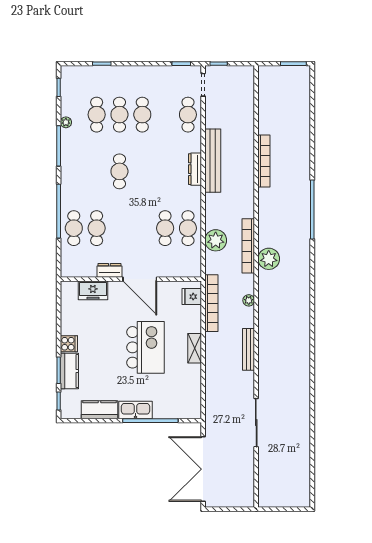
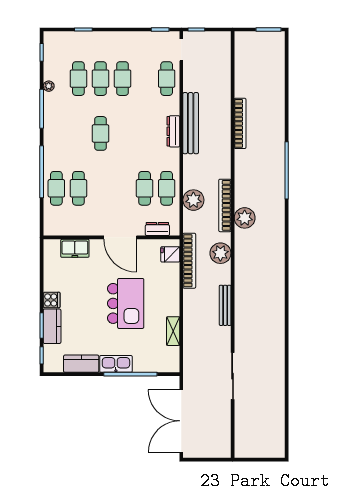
dresser: (109, 270) -> (157, 229), moved
plant: (249, 300) -> (220, 253), width x1.88, depth x1.88
shelving: (195, 348) -> (173, 331), moved

